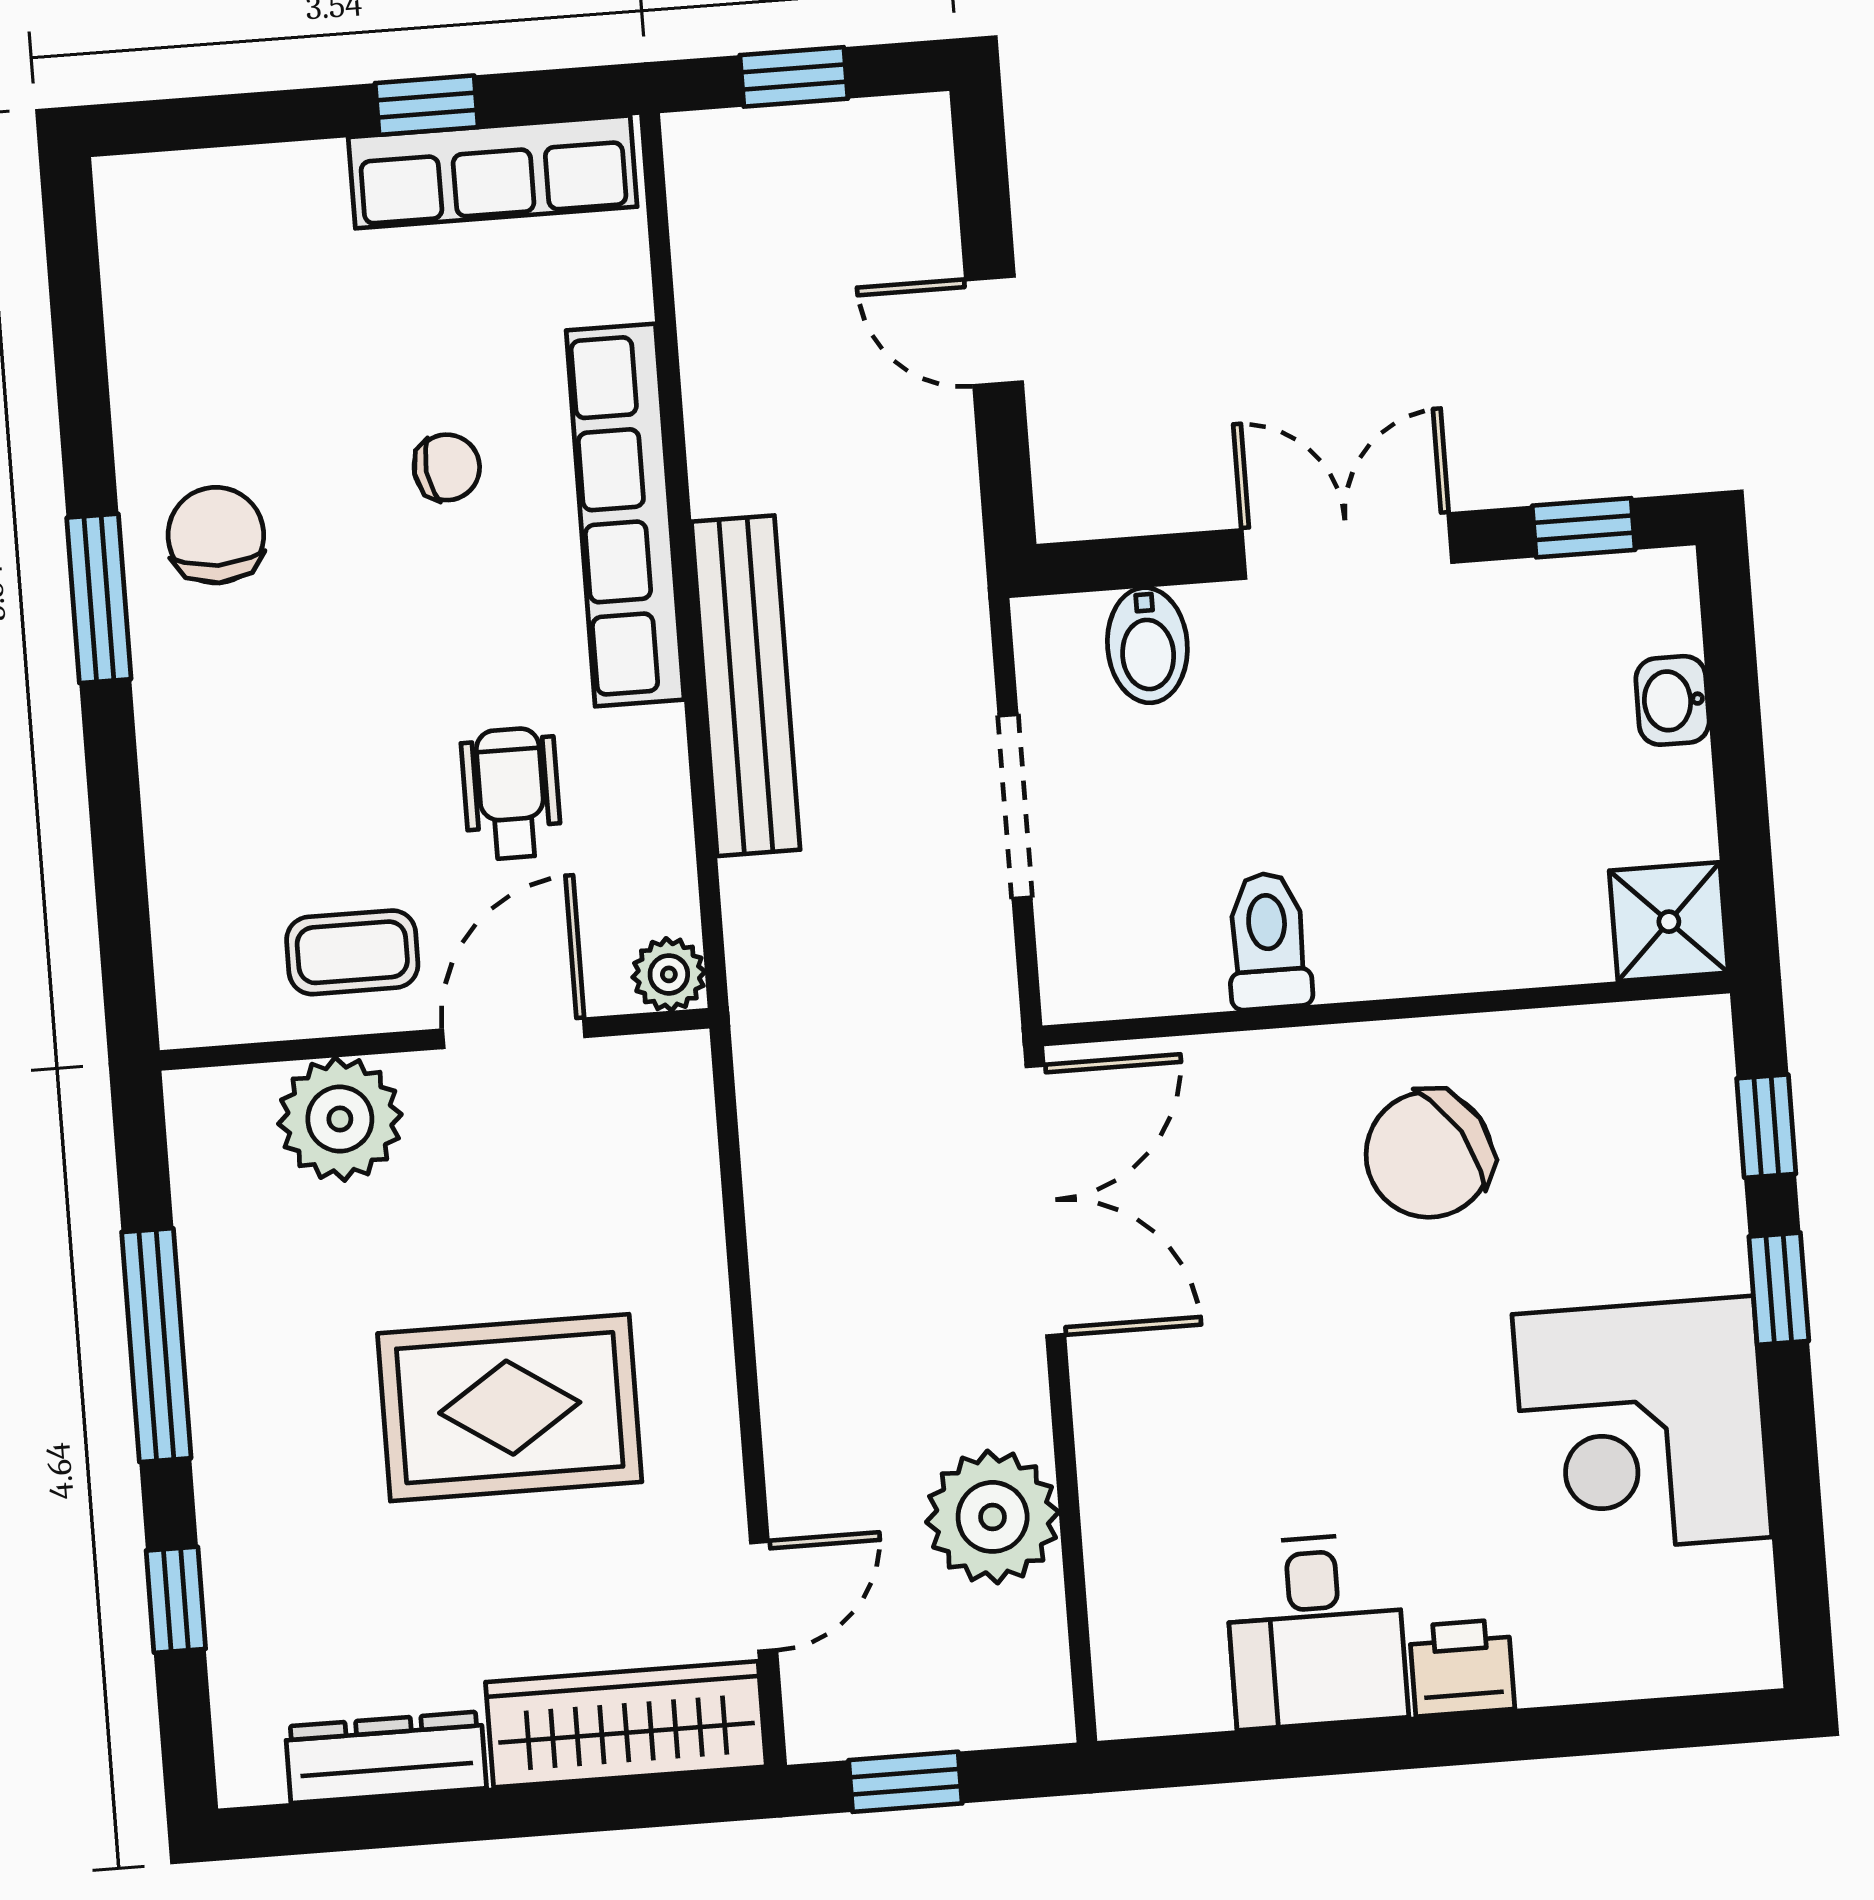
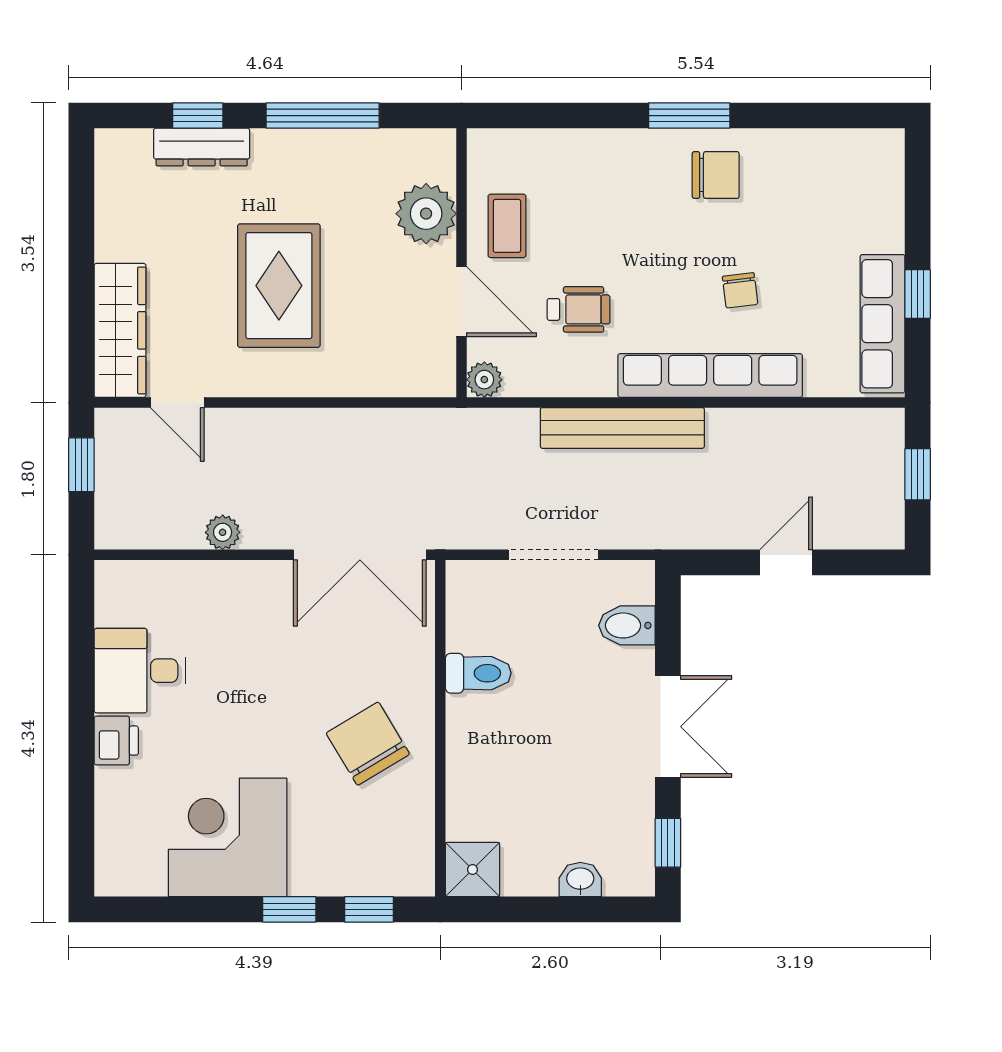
plant: (993, 1517) -> (223, 532), width x0.53, depth x0.53
dresser: (386, 1757) -> (202, 147), moved, turned 90

